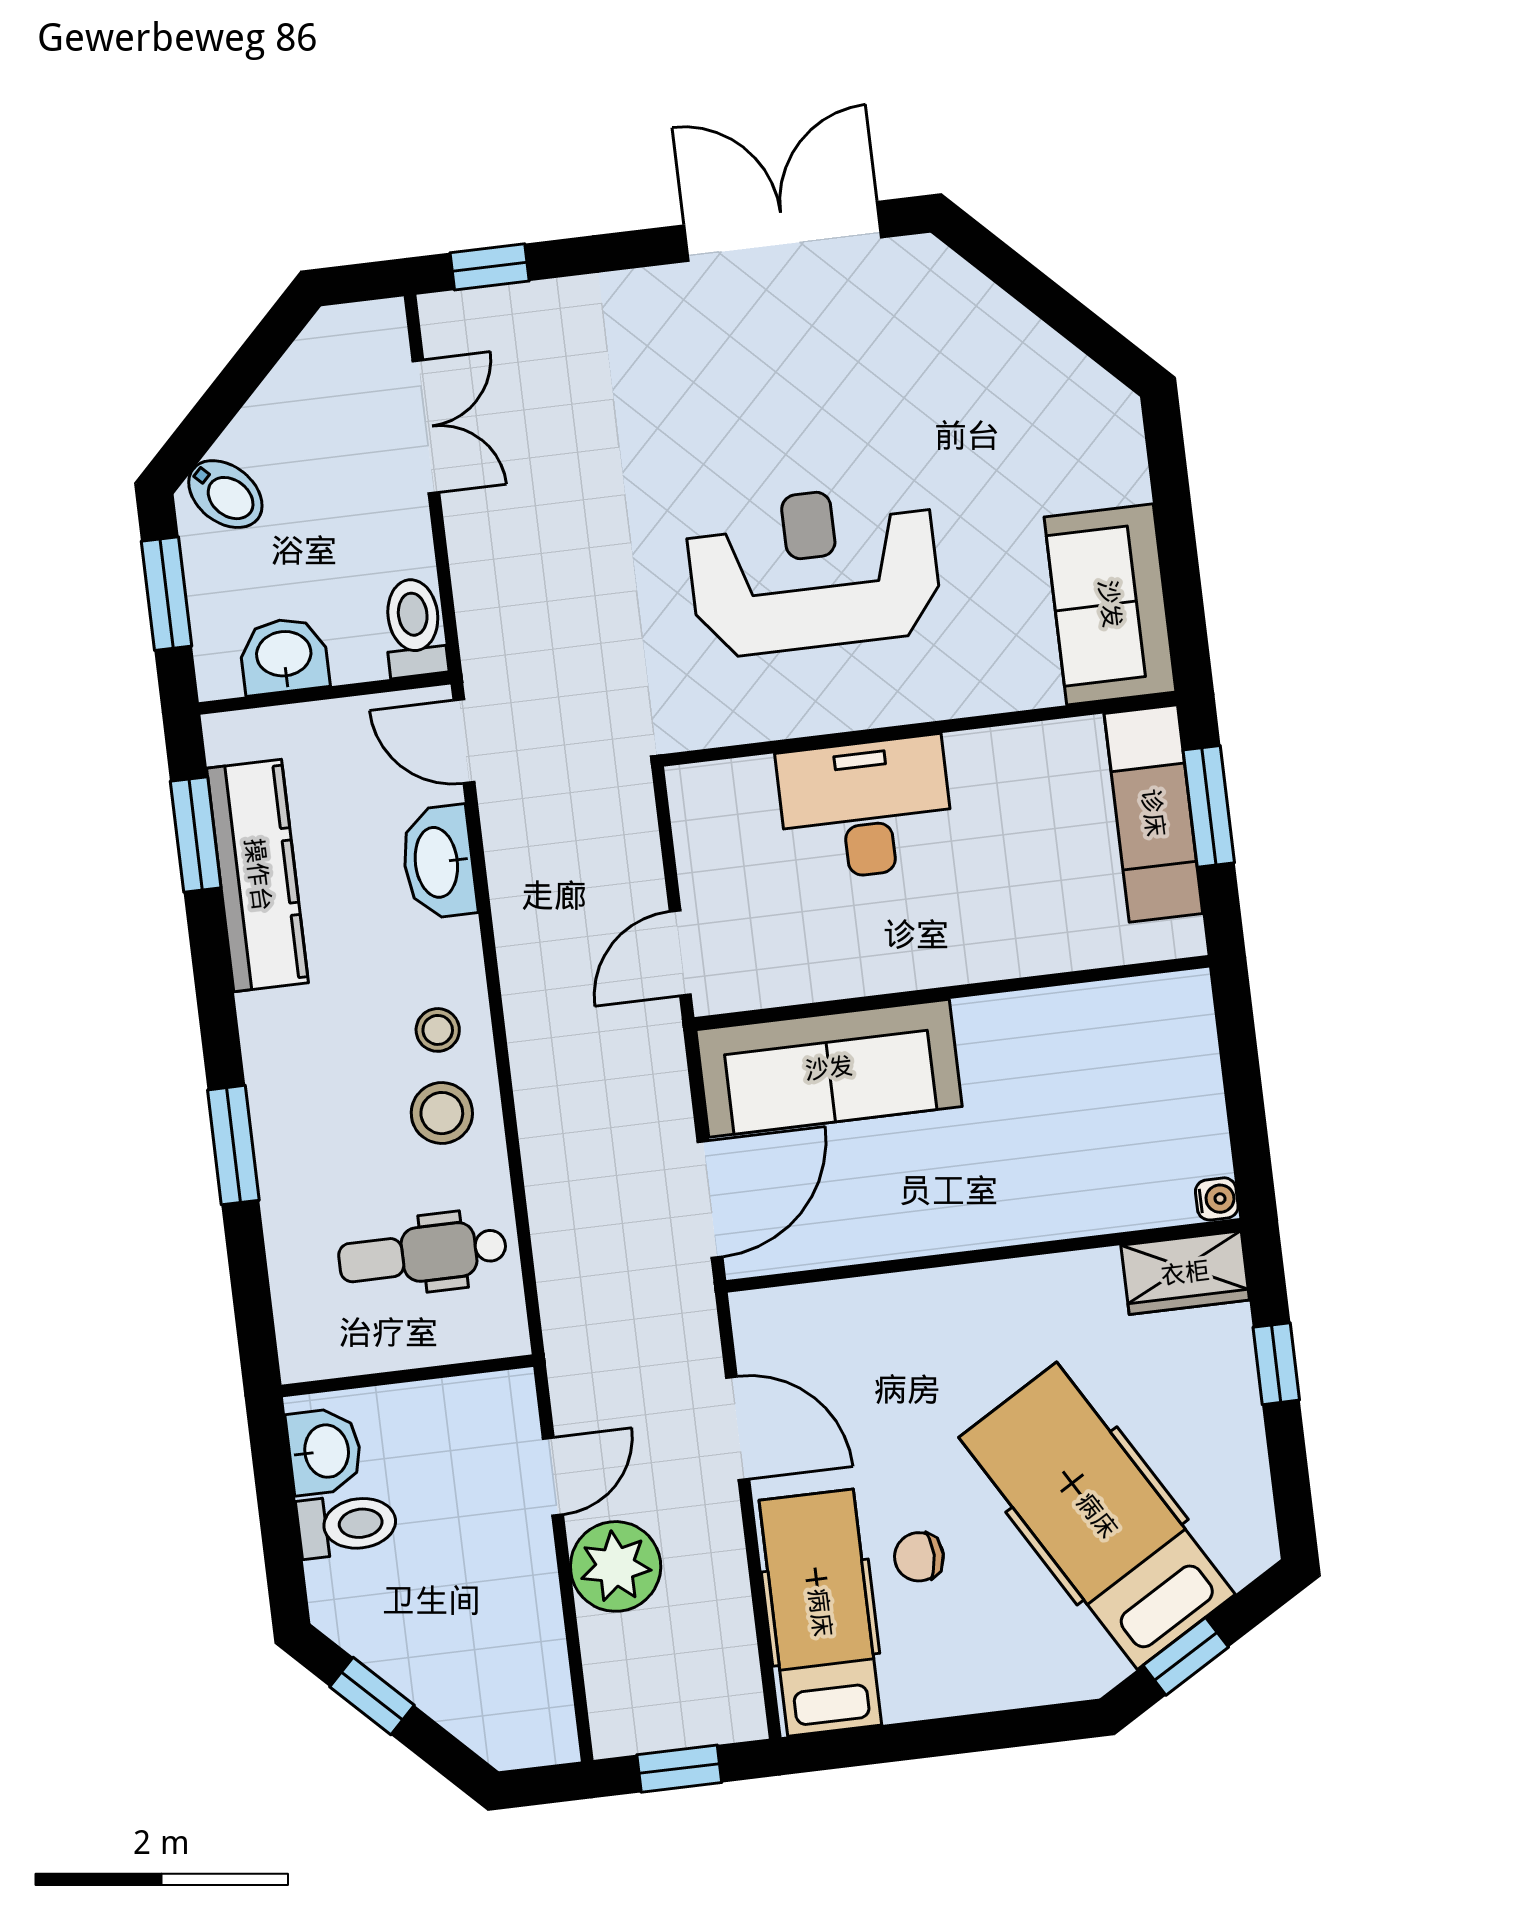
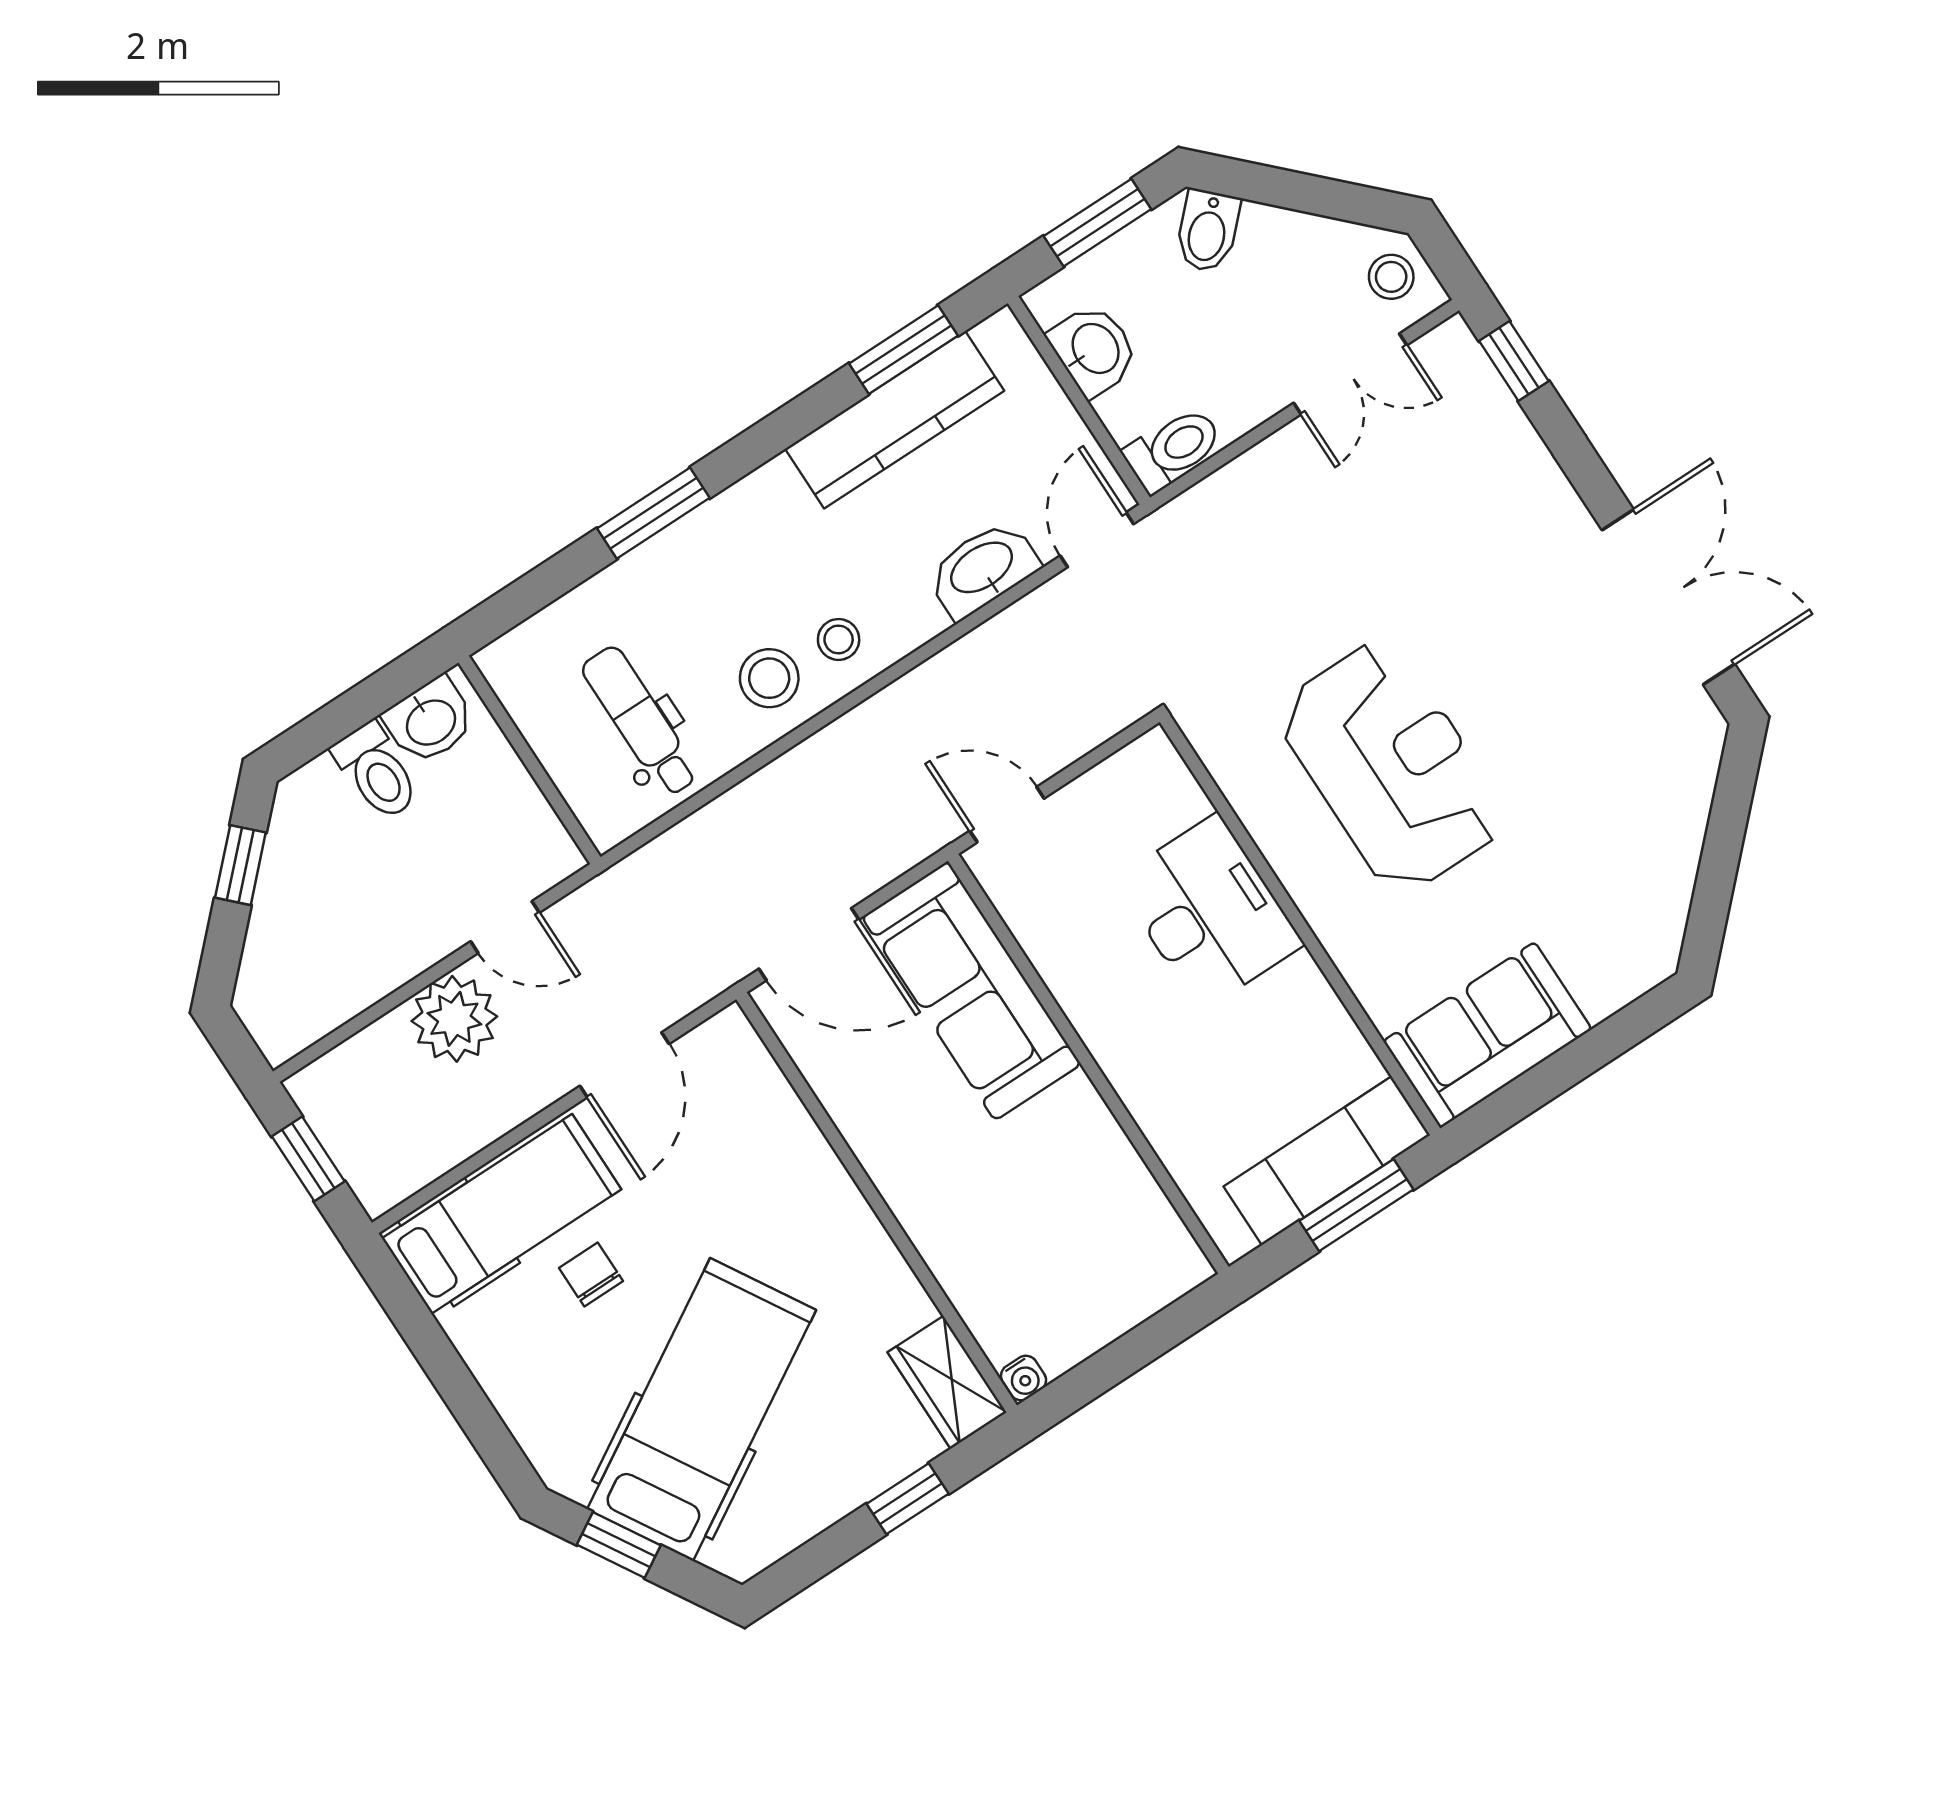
stool: (354, 343) -> (1391, 277), added

